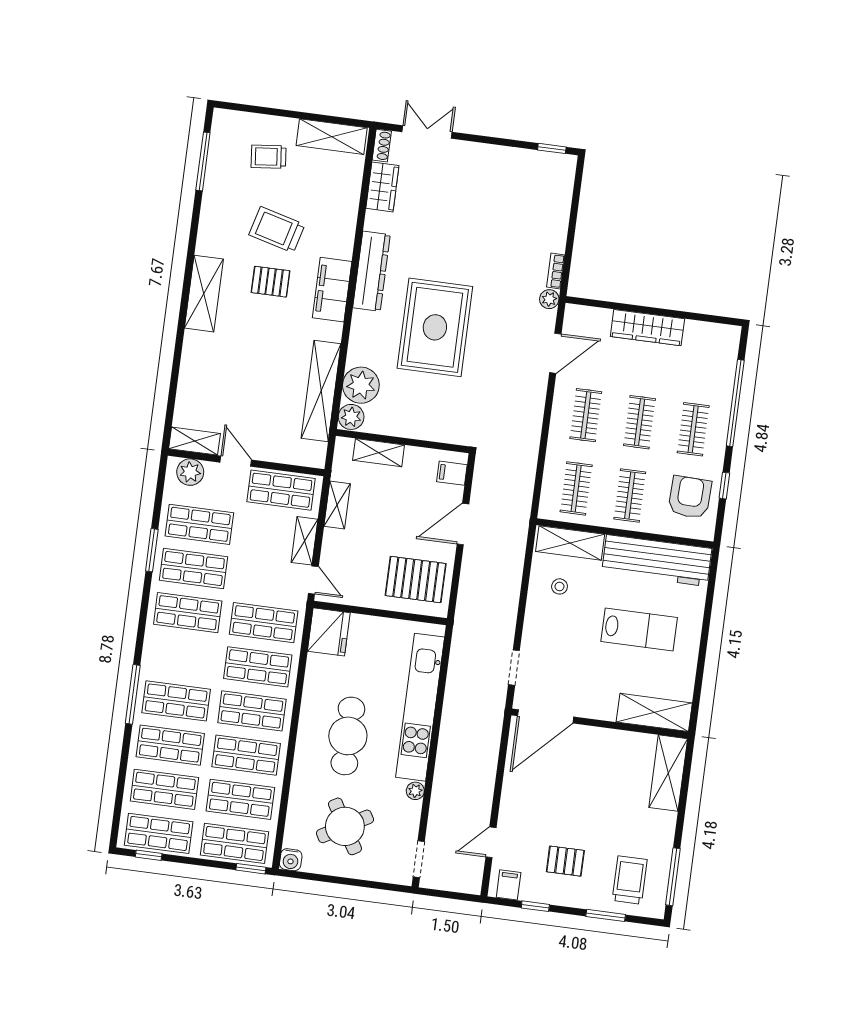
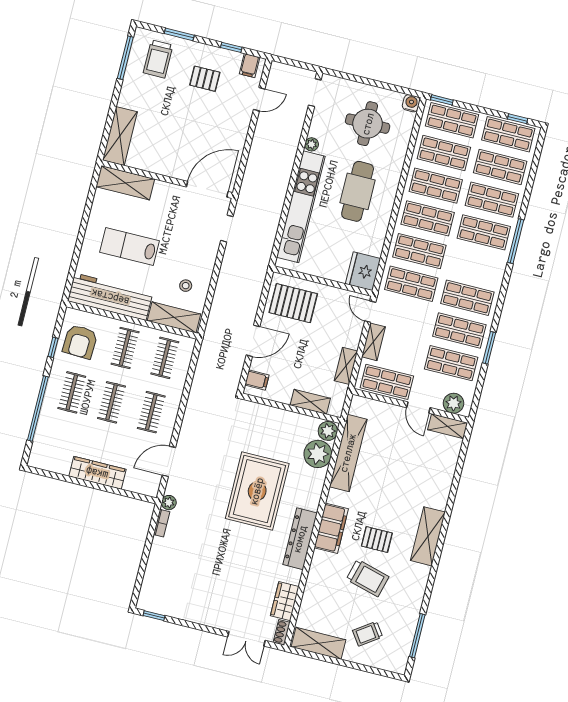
trolley: (269, 157) -> (368, 634), turned 151
round table: (345, 826) -> (368, 124), turned 30

